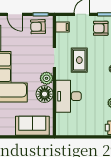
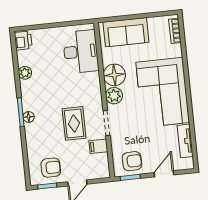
door: (15, 14) -> (164, 174), hinge flipped
filing cabinet: (63, 27) -> (98, 146), moved
desk: (68, 96) -> (81, 52), moved

